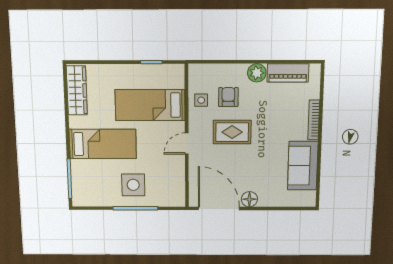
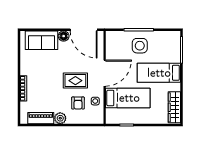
door: (187, 144) -> (105, 73), width x1.87
sofa: (303, 166) -> (41, 40), moved, turned 90

